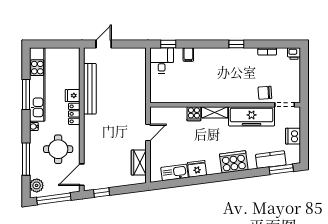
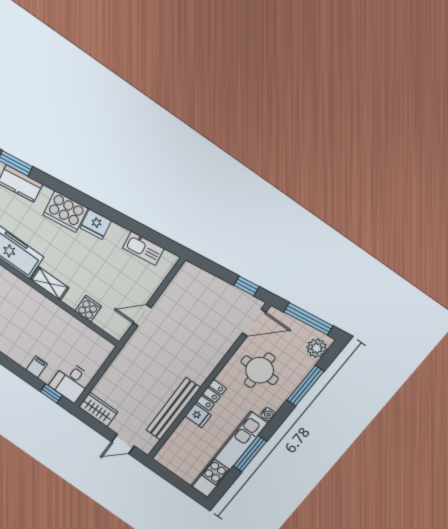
cooker: (194, 114) -> (88, 309), moved
wardrobe: (139, 163) -> (98, 409), moved, turned -90
fridge: (197, 169) -> (96, 224), moved

